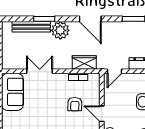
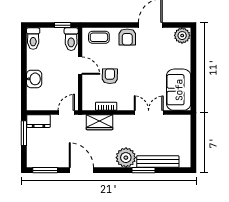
door: (90, 19) -> (81, 170), moved
double door: (40, 71) -> (149, 113), swing flipped

